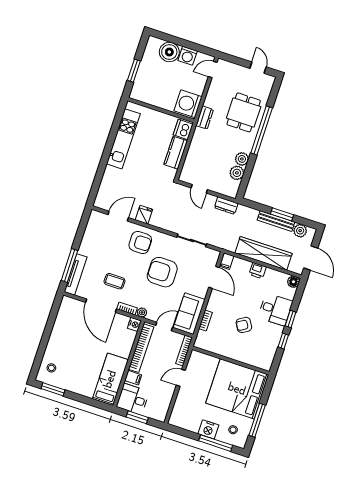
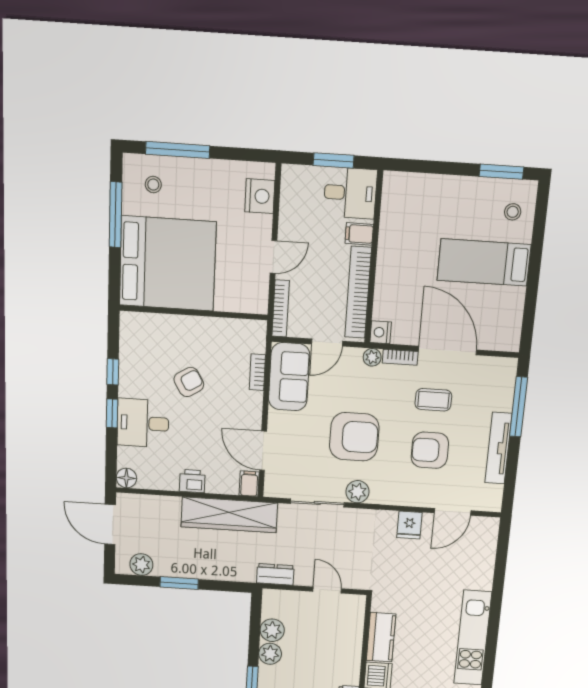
bench: (276, 221) -> (186, 570), removed
plant: (168, 241) -> (357, 492), added
armchair: (140, 242) -> (430, 450), moved
wardrobe: (263, 253) -> (229, 515), moved
tv unit: (76, 274) -> (498, 448), moved
bed: (110, 379) -> (484, 262), moved, turned 90
nightstand: (208, 429) -> (260, 196), moved, turned 90

